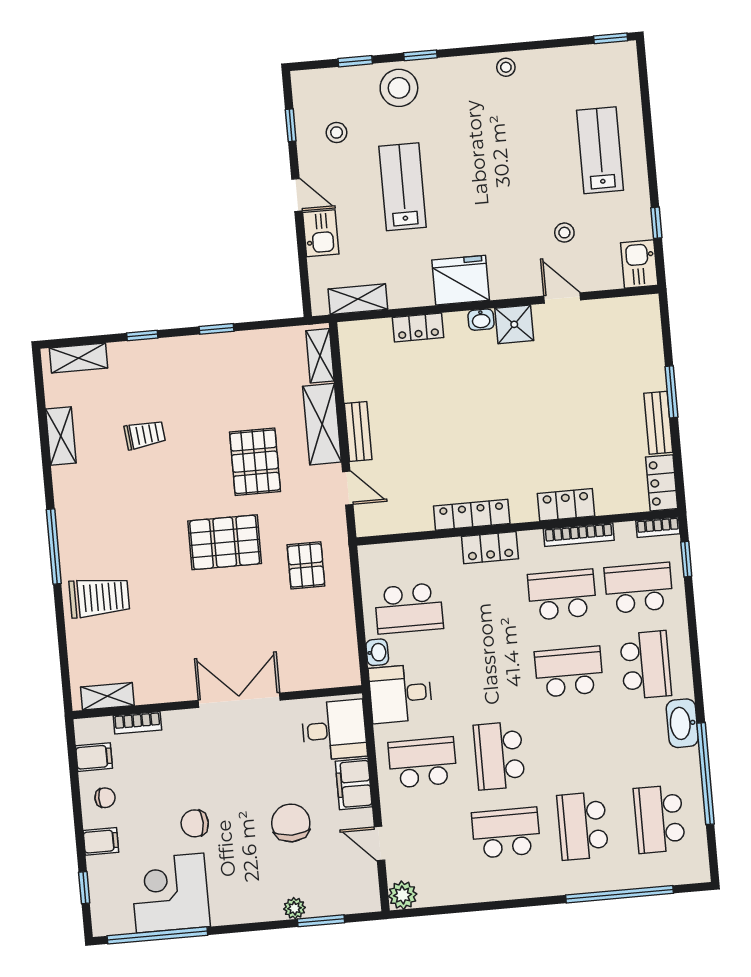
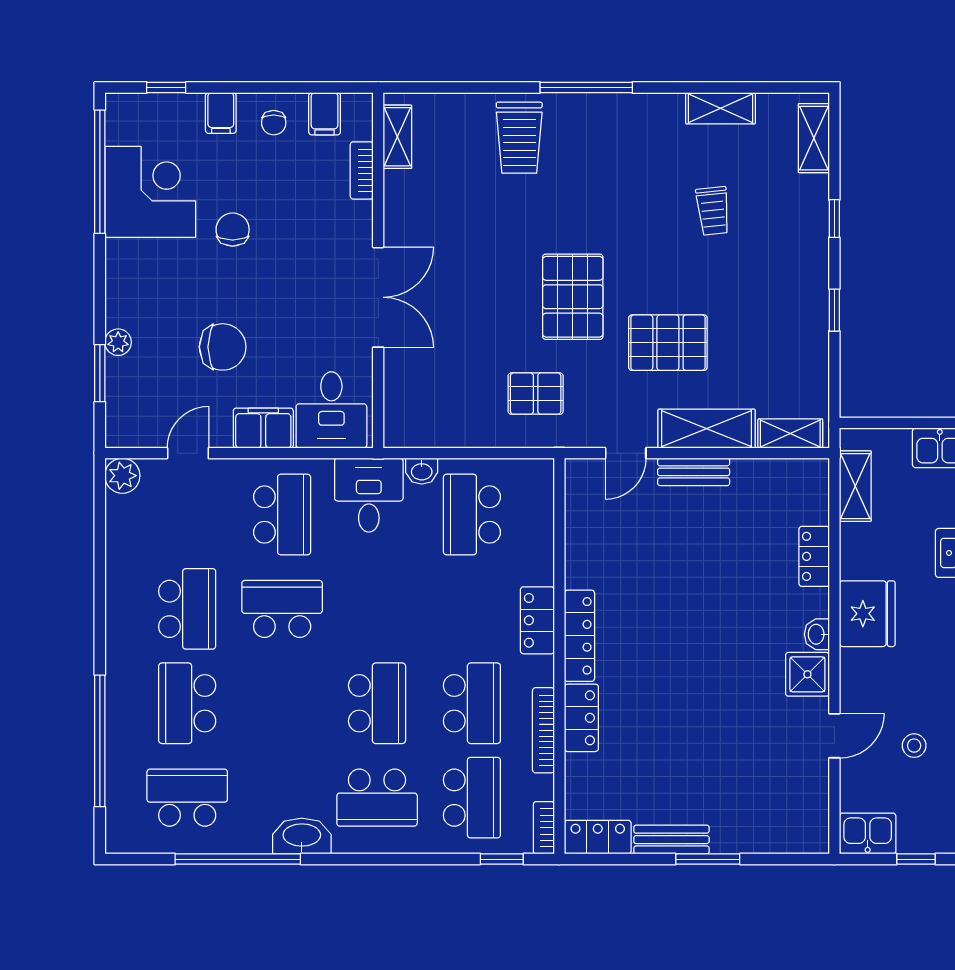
locker: (472, 515) -> (579, 636), moved
school desk: (583, 826) -> (187, 703), turned -90

